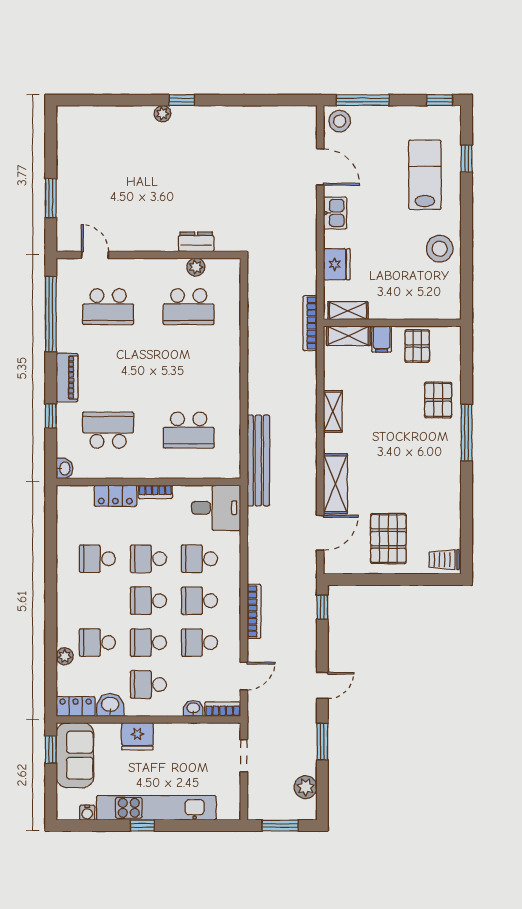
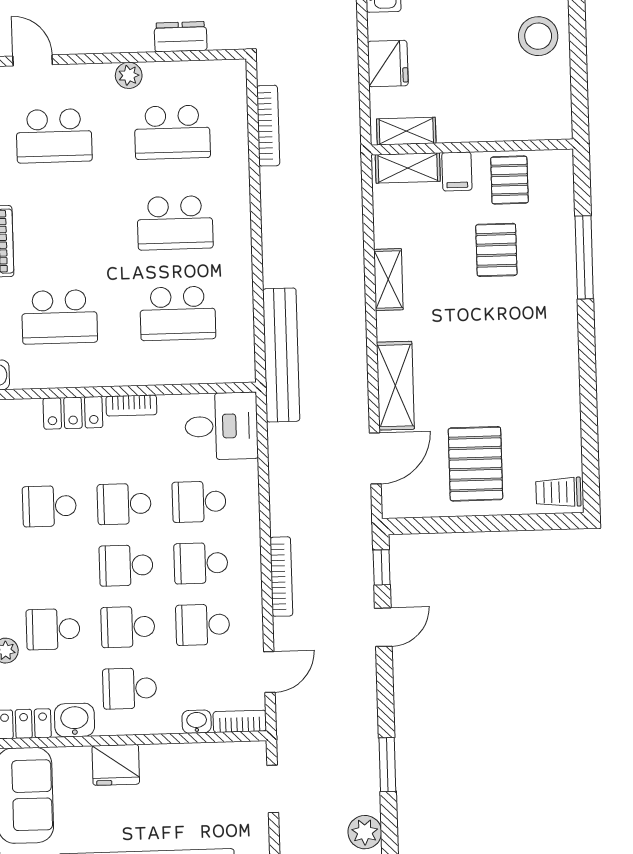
plant: (196, 267) -> (129, 75), moved
bookcase: (310, 323) -> (268, 126), moved, turned 180
school desk: (189, 368) -> (175, 223), added
pallet: (438, 400) -> (496, 250), moved
school desk: (108, 430) -> (59, 317), turned 180
window: (467, 433) -> (584, 257), moved
door: (322, 685) -> (383, 627), moved

